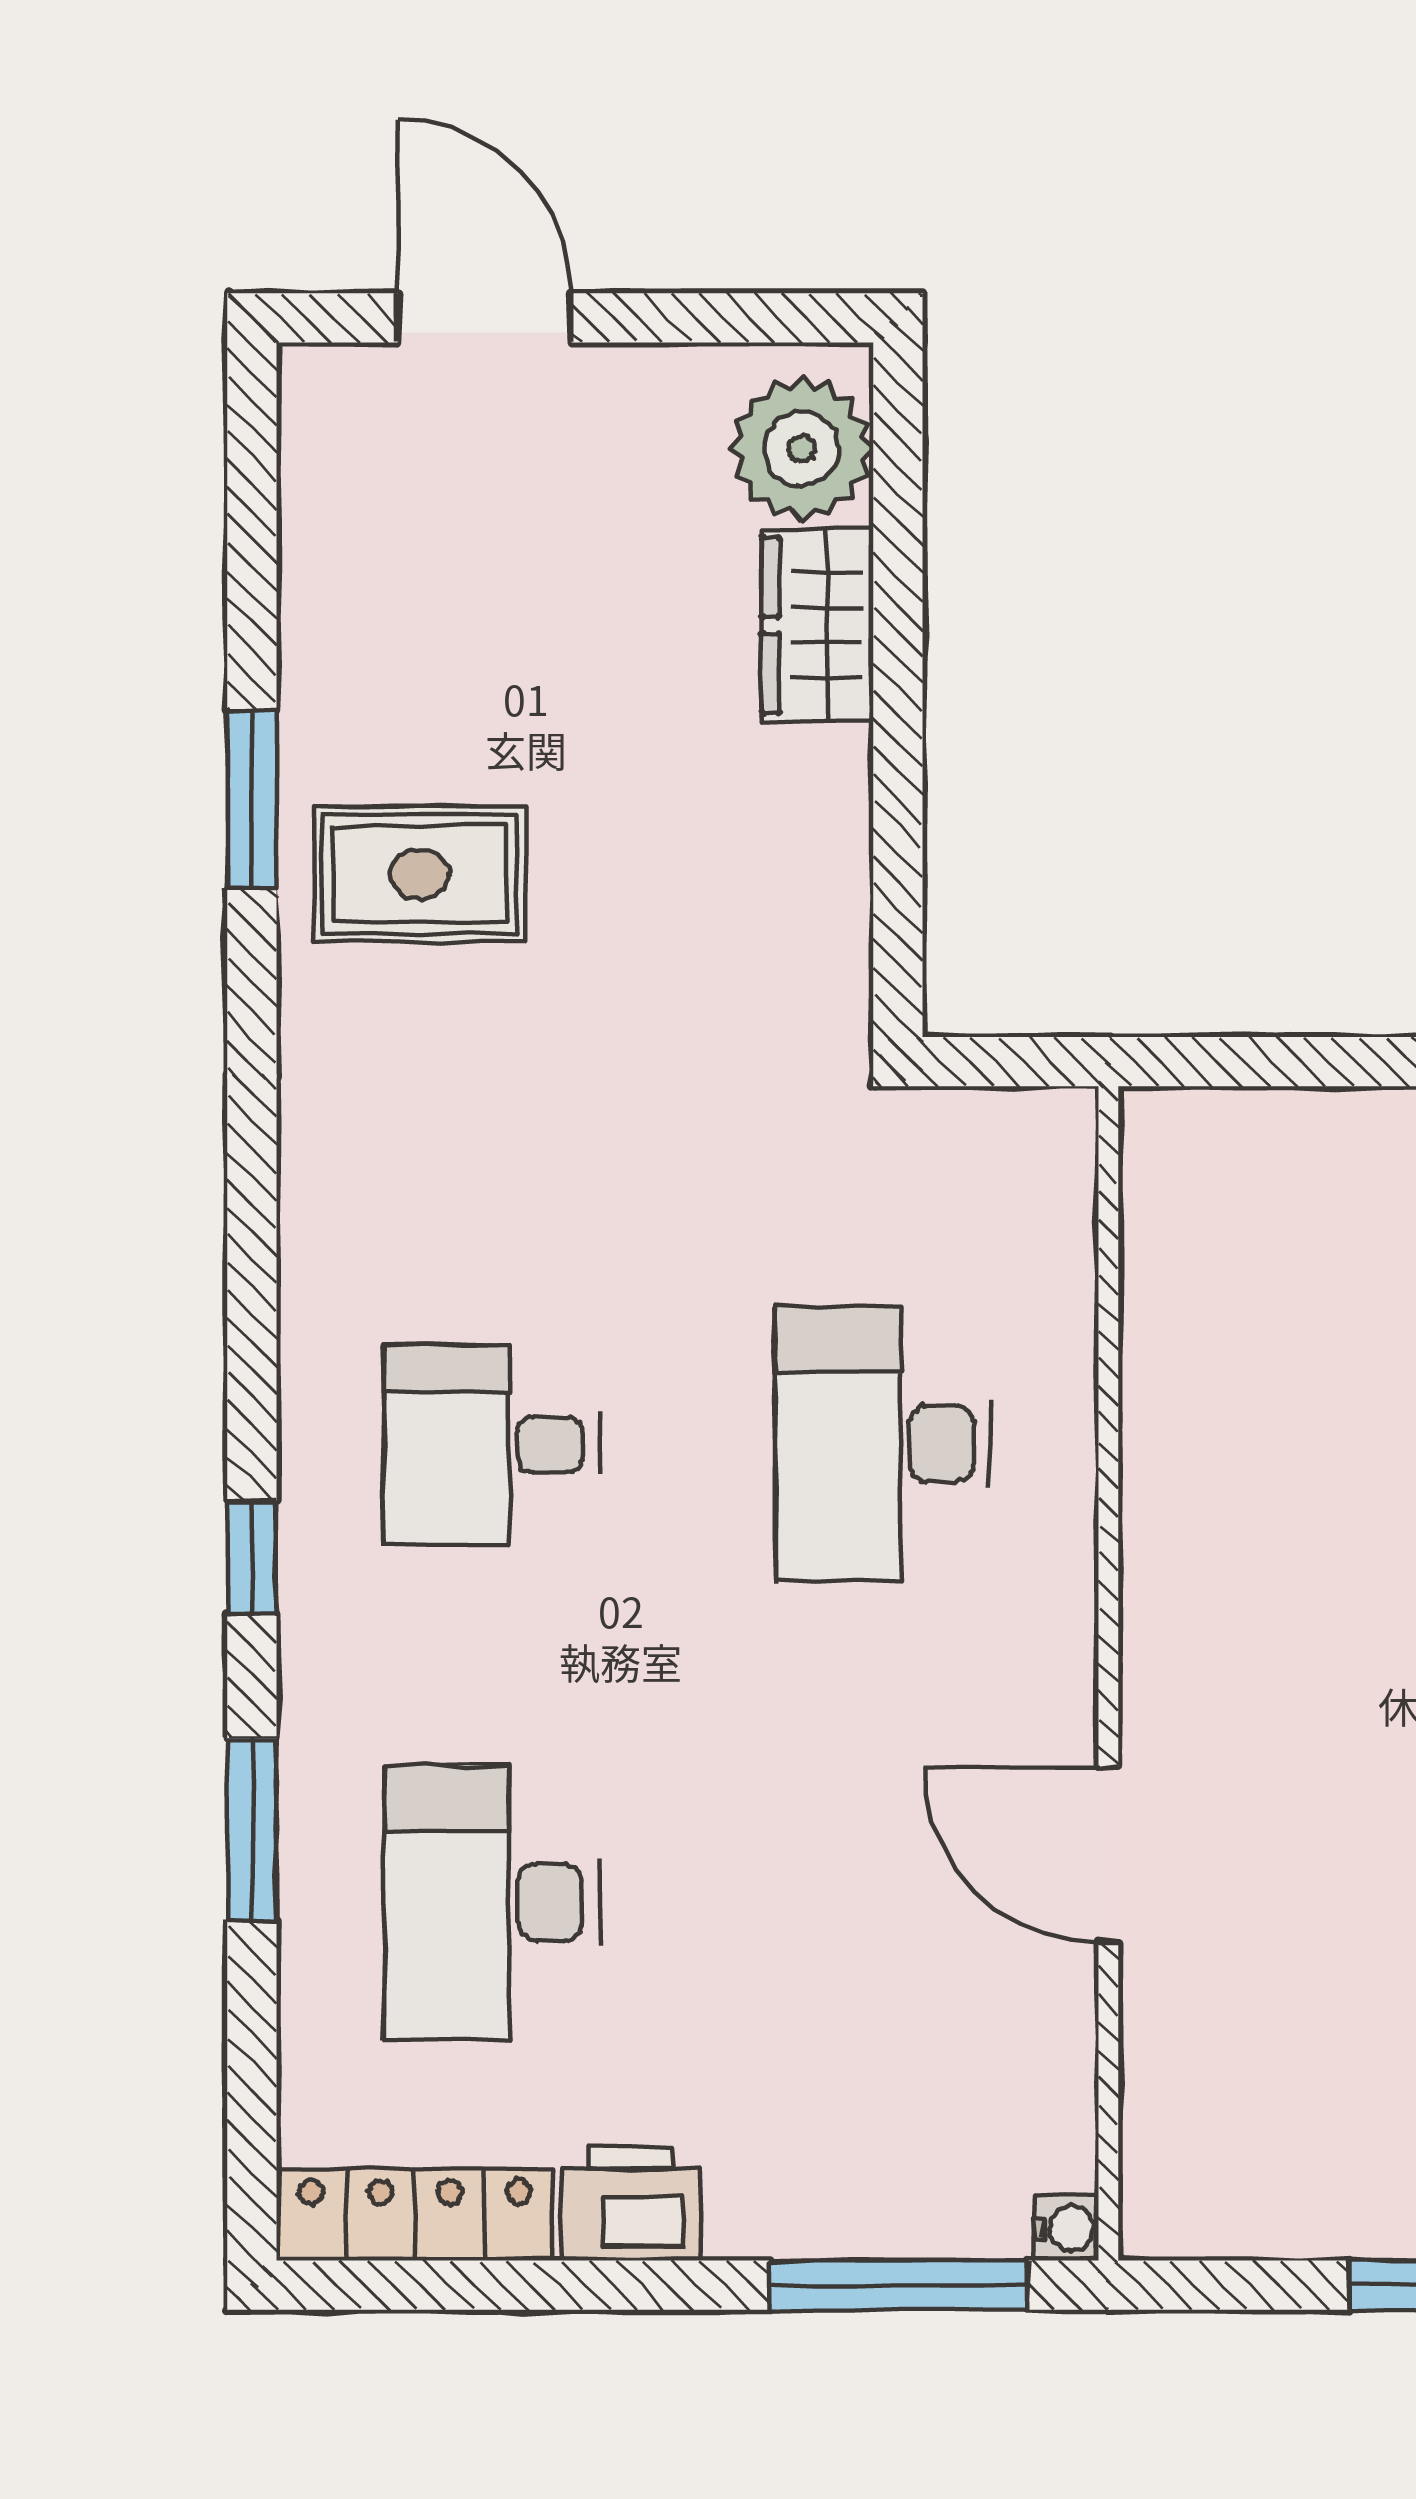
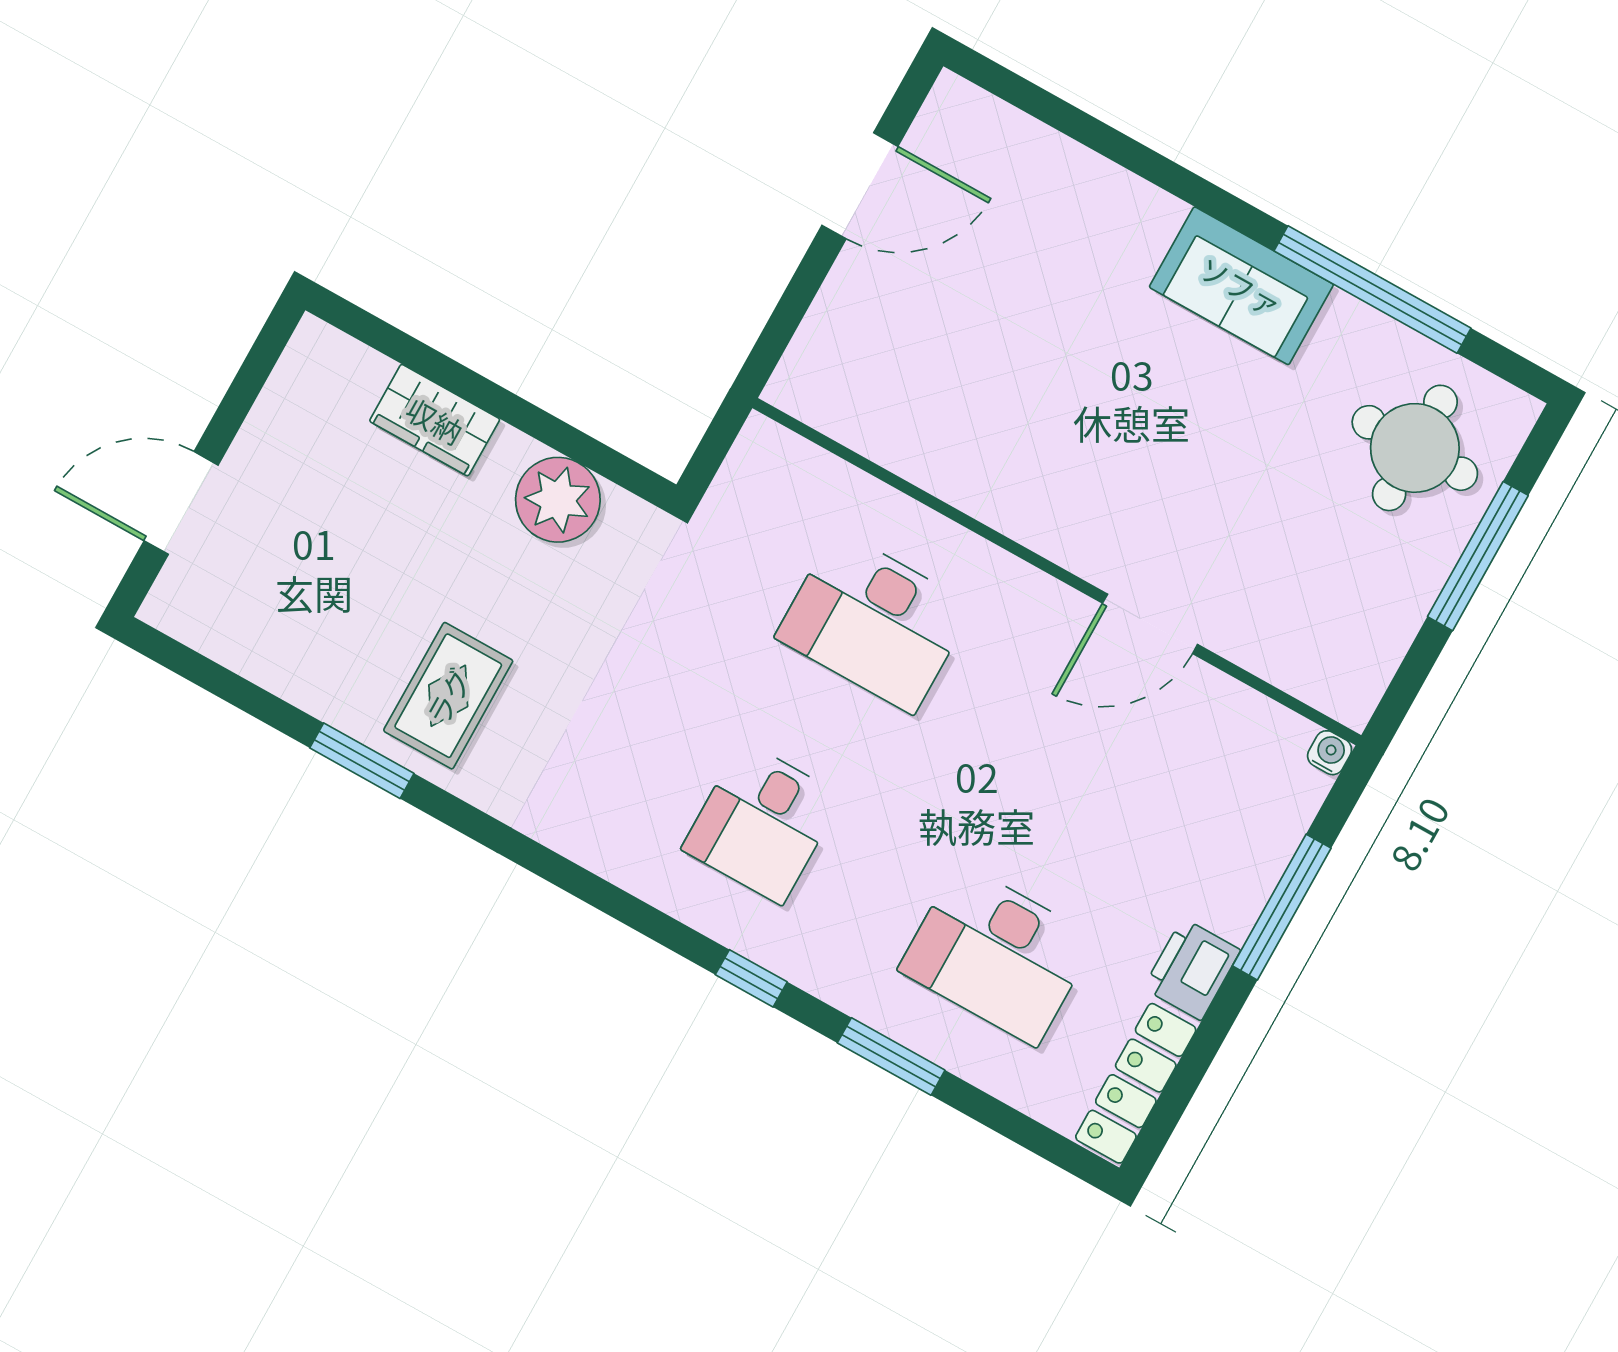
plant: (802, 449) -> (558, 500), moved
window: (898, 2285) -> (1282, 907), moved

